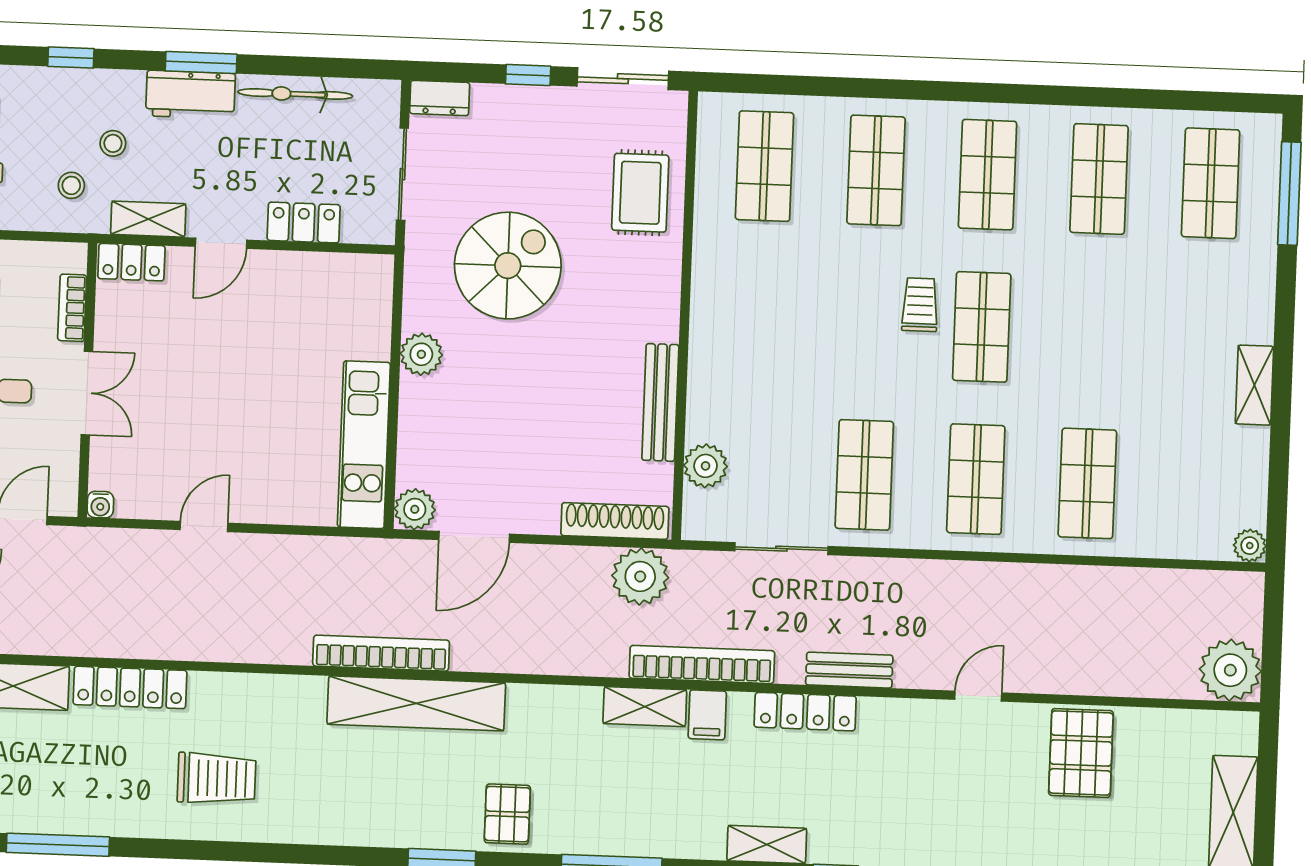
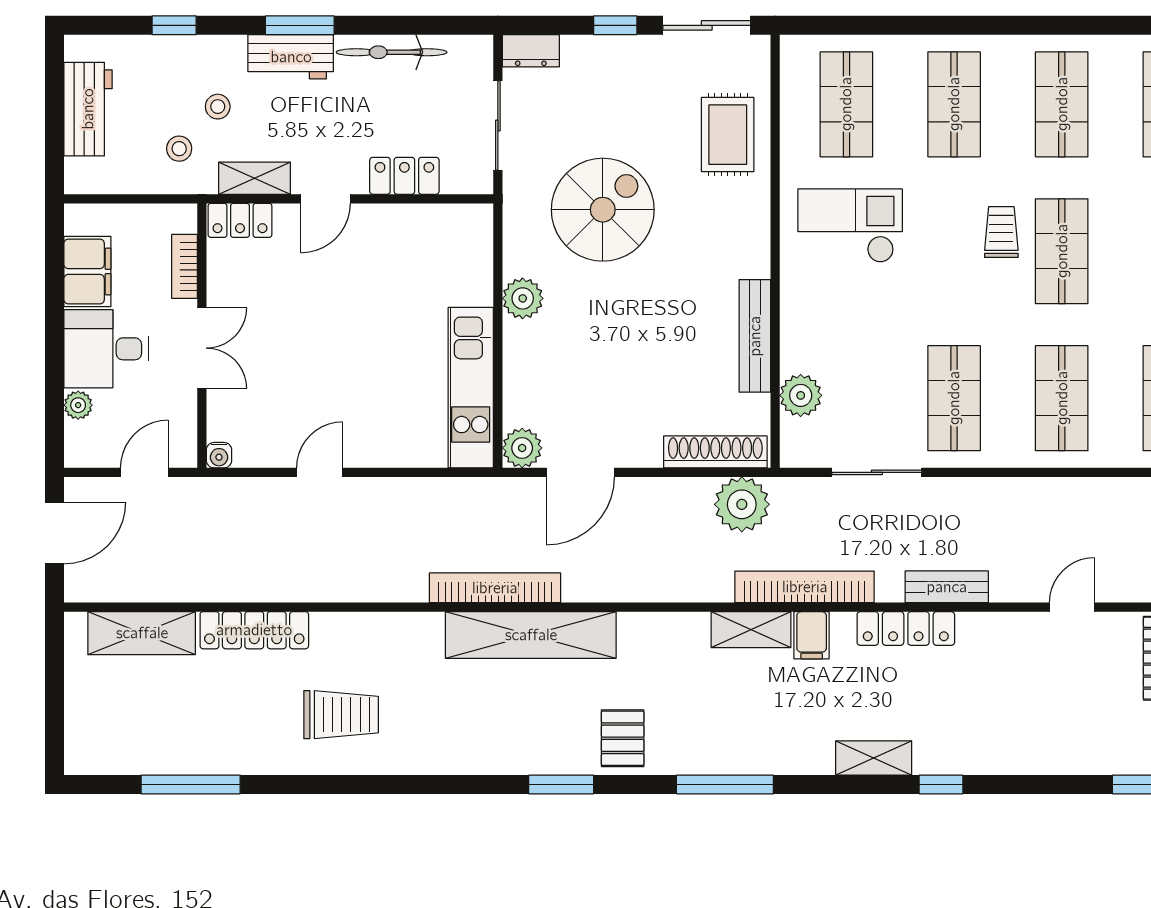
checkout: (763, 292) -> (850, 226), added

